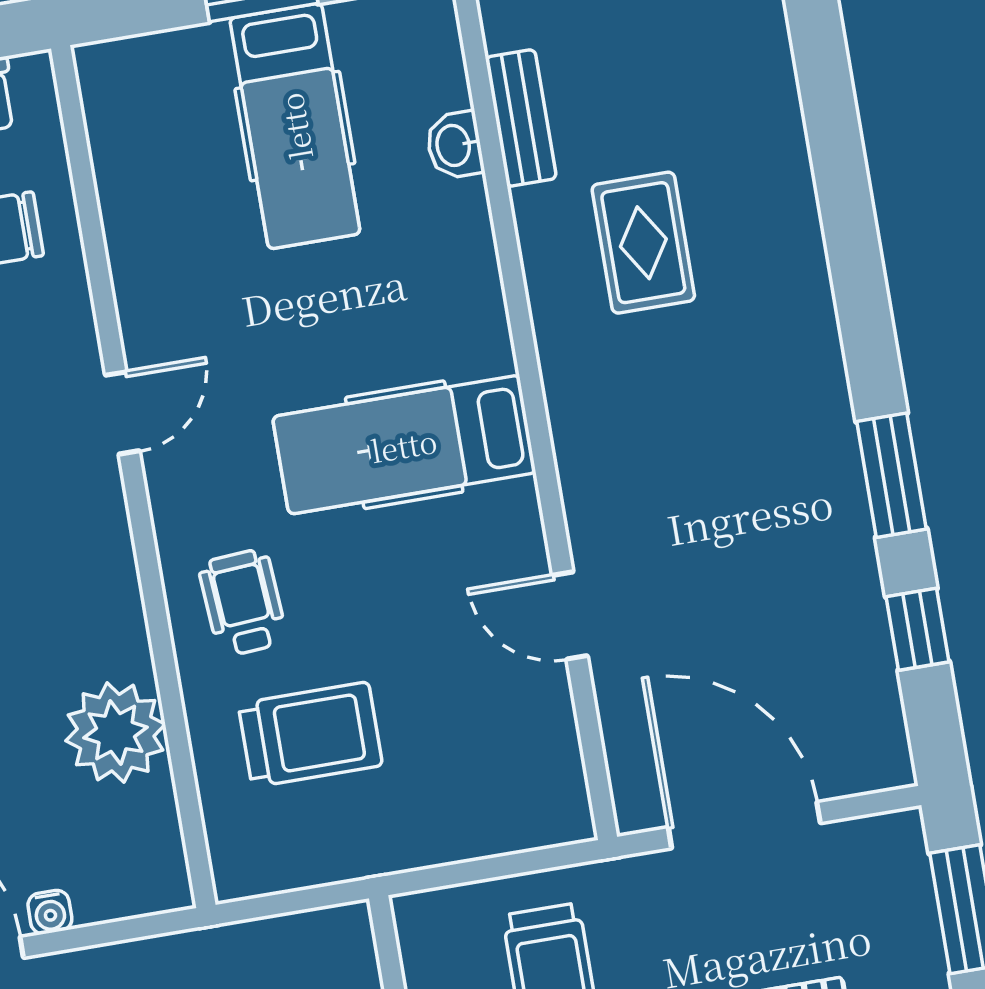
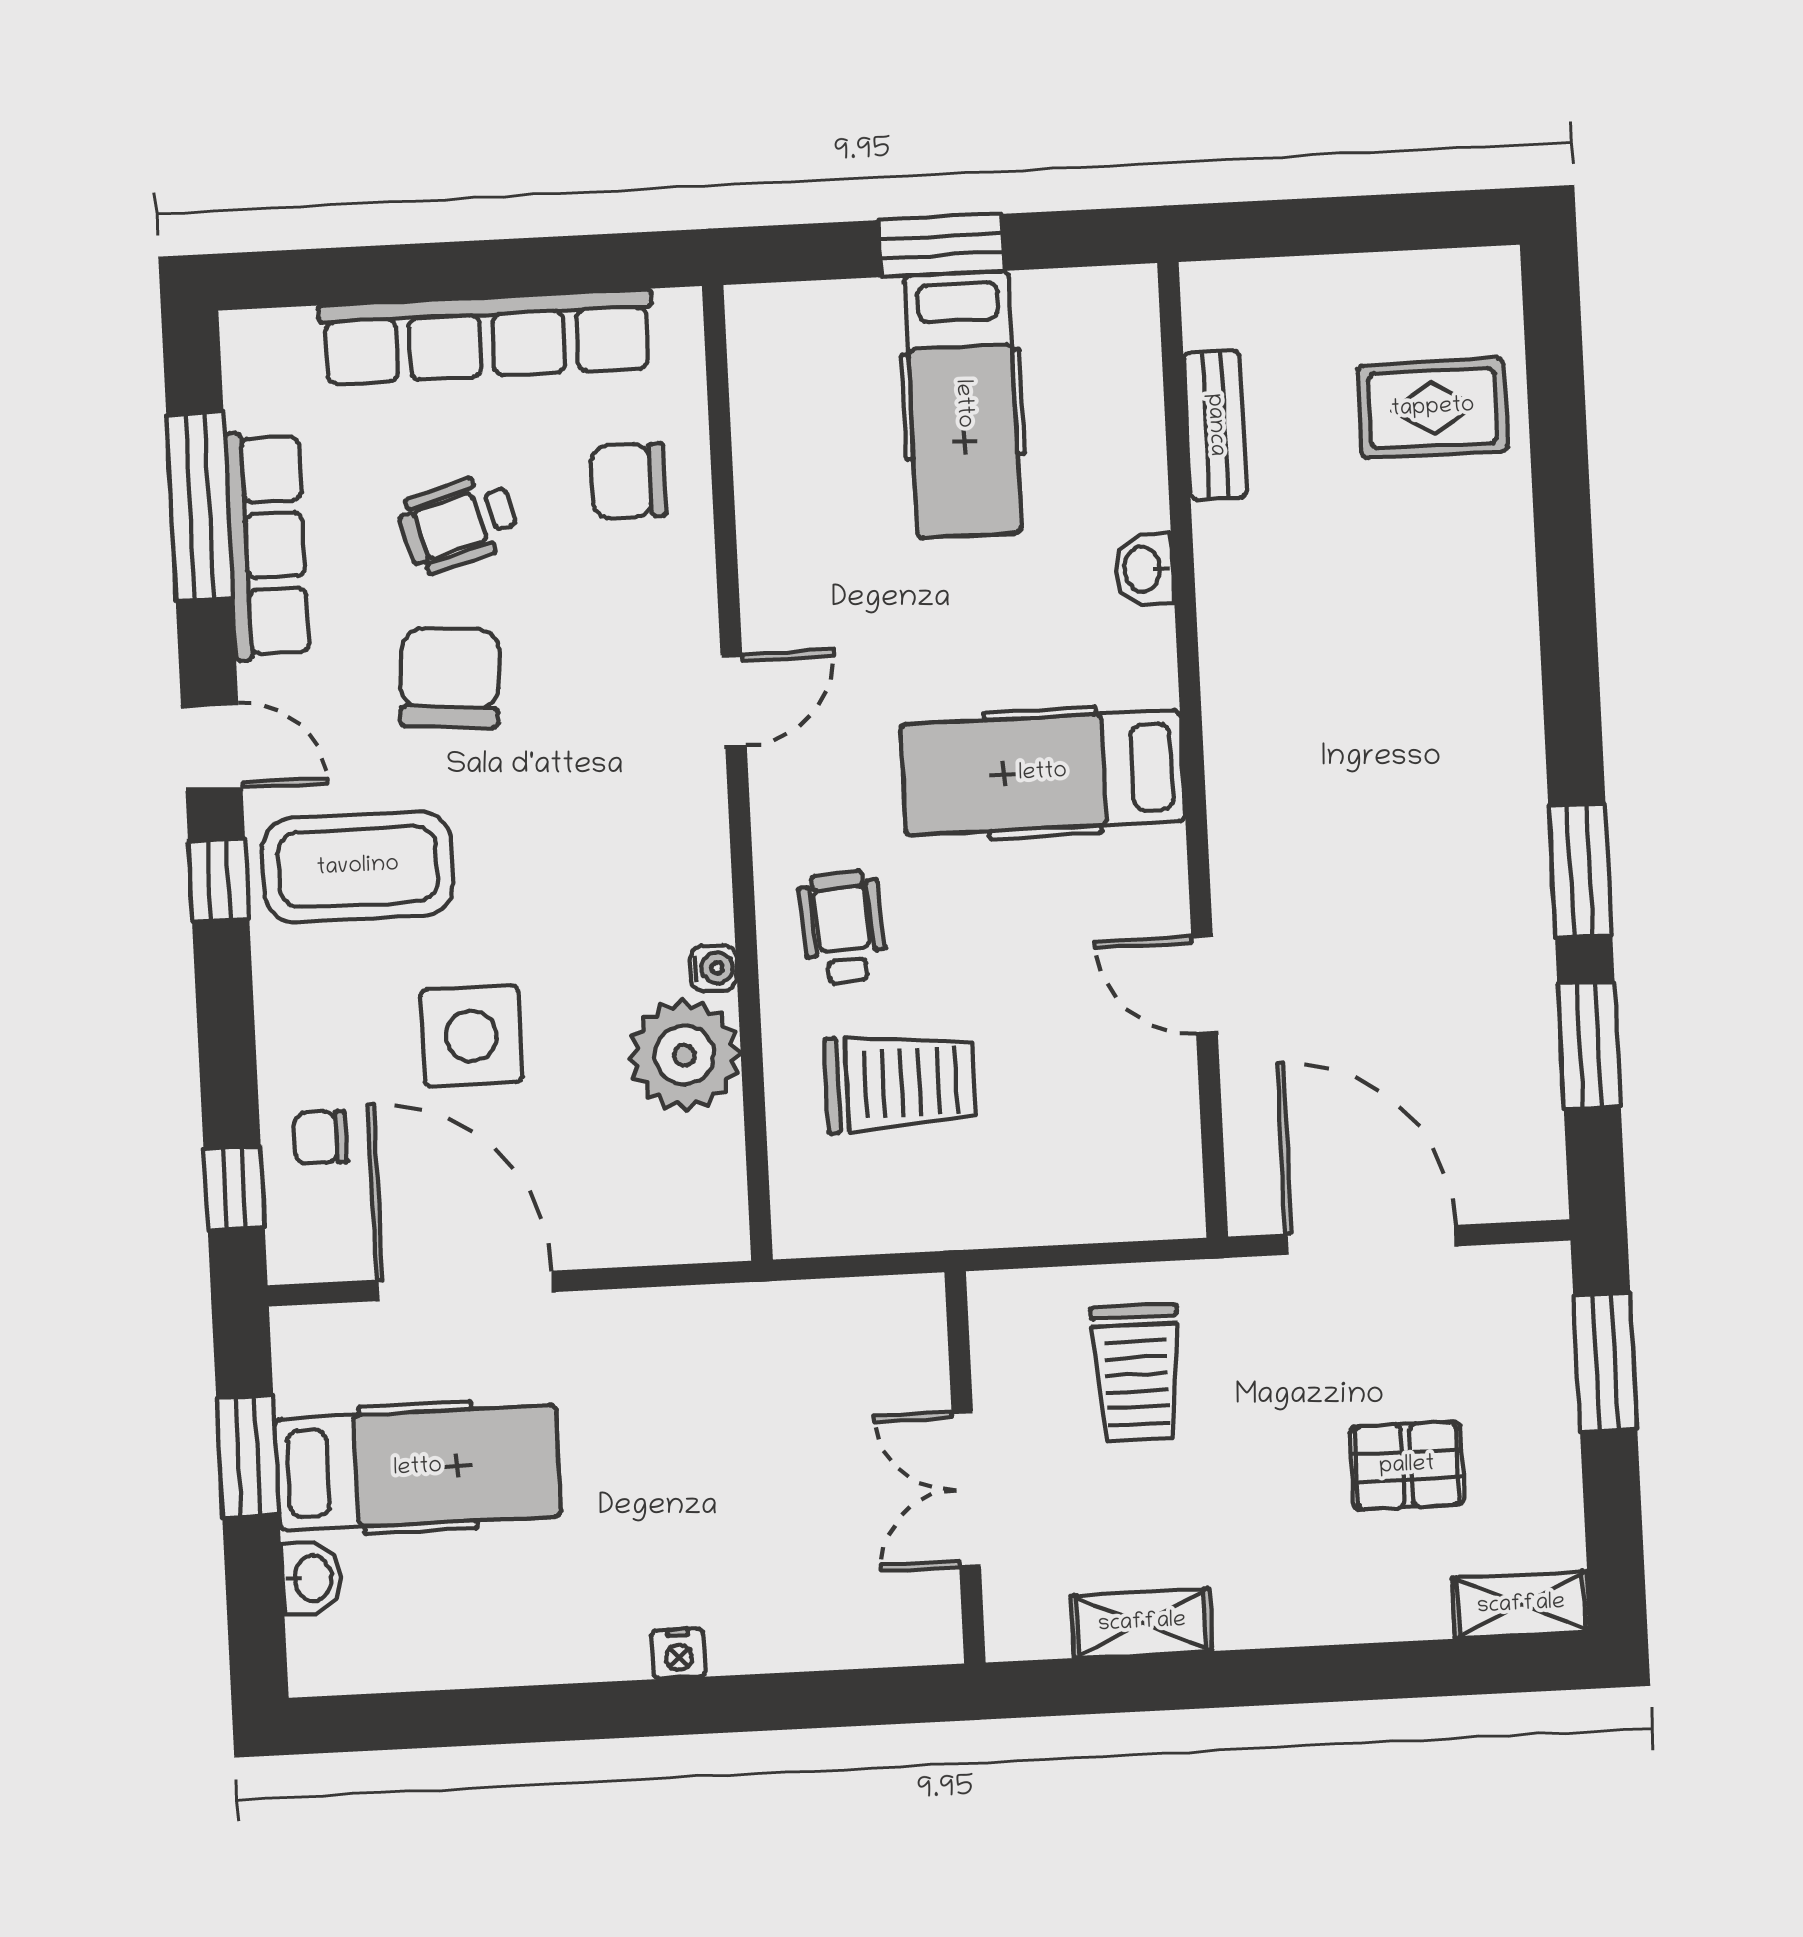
washbasin: (455, 145) -> (1144, 569), moved
rug: (643, 243) -> (1433, 408), moved, turned 90
window: (918, 629) -> (1589, 1045), width x1.50
water cooler: (50, 912) -> (713, 968), moved, turned -90

